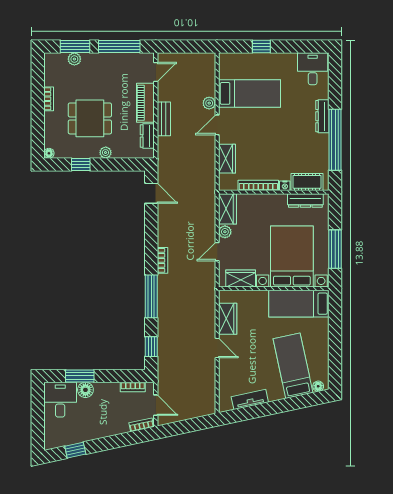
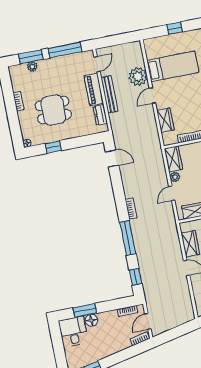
plant: (209, 103) -> (138, 77), width x1.87, depth x1.87
bench: (164, 119) -> (109, 94), width x1.36
plant: (106, 153) -> (71, 134), removed
door: (156, 405) -> (148, 321), swing flipped

